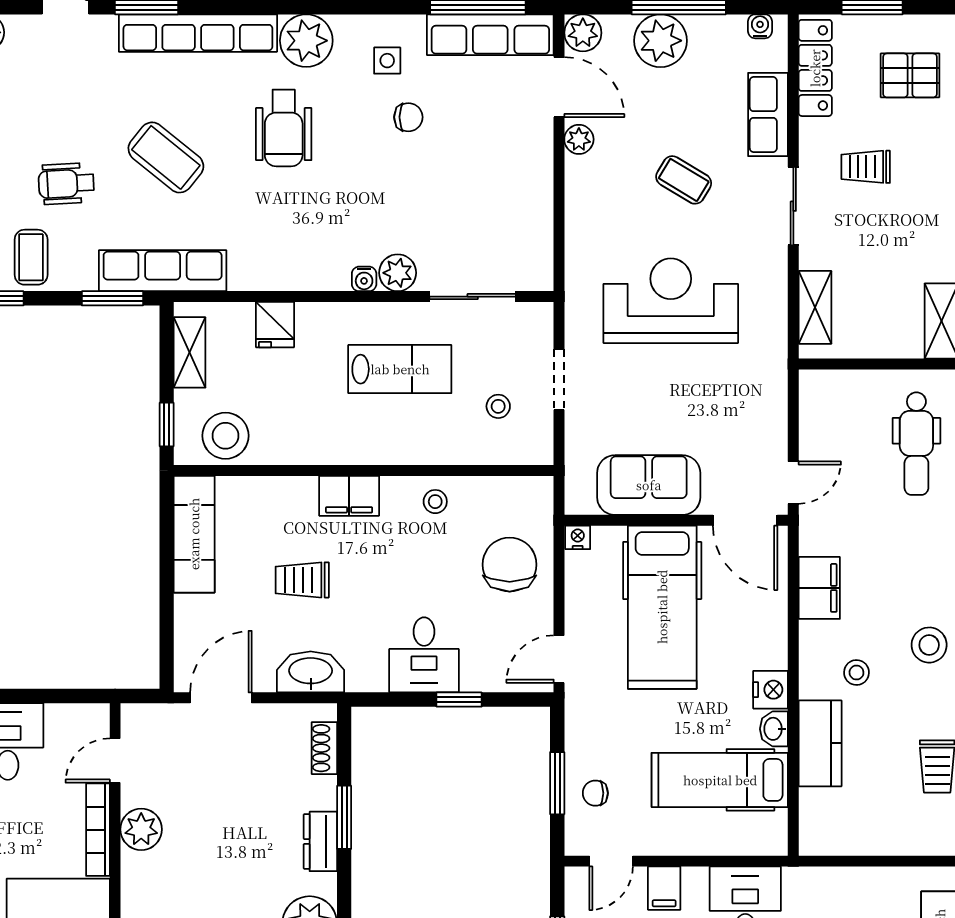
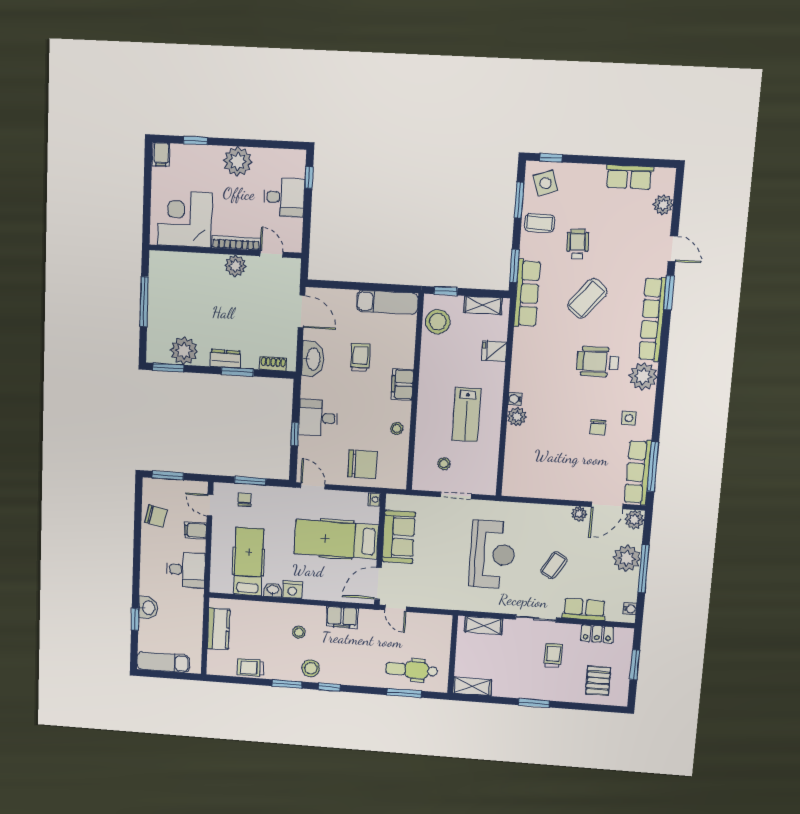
locker: (815, 68) -> (597, 634), width x0.66
sliding door: (473, 297) -> (502, 454), removed
kitchen counter: (820, 743) -> (219, 629), moved, turned -90

